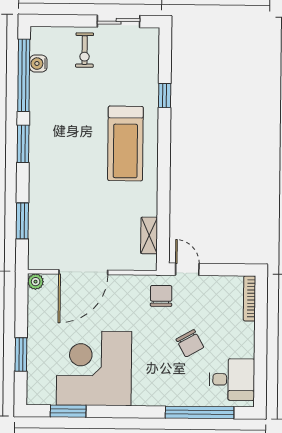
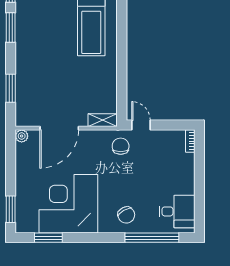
shelving: (149, 235) -> (103, 120), moved, turned 90
bookcase: (249, 298) -> (190, 141), width x0.64
chair: (190, 343) -> (126, 215), moved
window: (21, 354) -> (11, 209), moved

